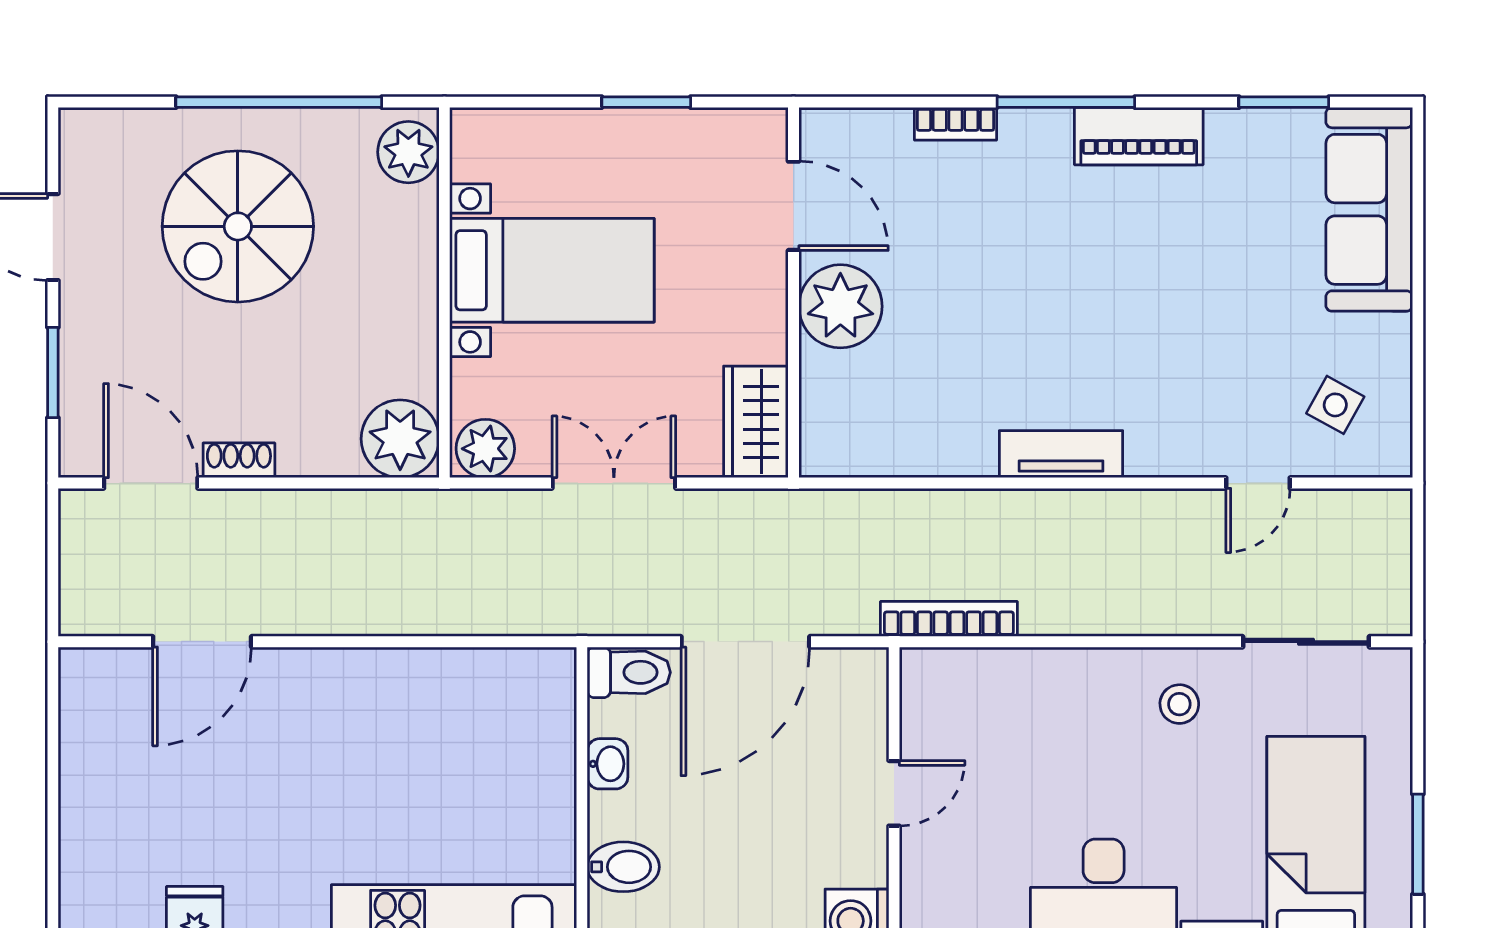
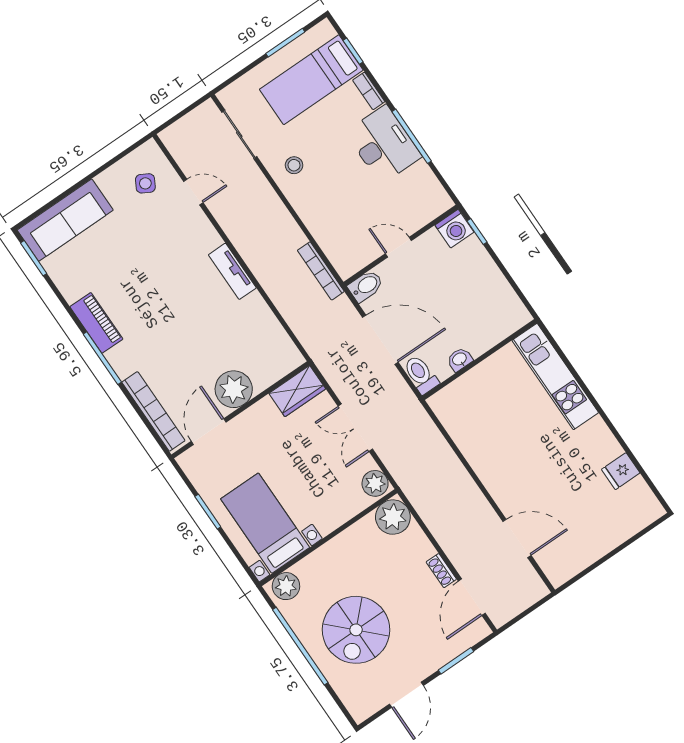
window: (1284, 102) -> (34, 258), moved
bookcase: (956, 124) -> (153, 411), width x2.31, depth x1.31
spiral stairs: (238, 226) -> (356, 630), turned 90
bed with nightstands: (552, 270) -> (265, 523), moved
bidet: (623, 867) -> (366, 286), moved, turned 90

